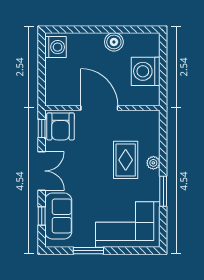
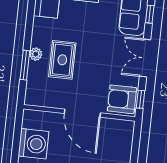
armchair: (61, 126) -> (122, 99), turned -90
window: (163, 191) -> (25, 65), moved

